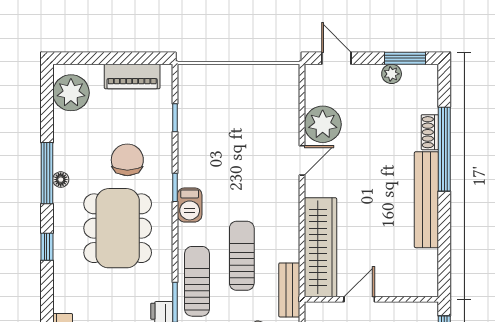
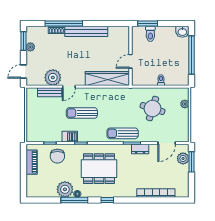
plant: (71, 93) -> (65, 189), moved
chair: (127, 160) -> (57, 156), moved, turned -90
door: (302, 160) -> (69, 87), swing flipped
barbecue: (190, 205) -> (70, 137), moved
sun lounger: (242, 256) -> (82, 113), moved
bench: (289, 290) -> (50, 92), moved
door: (359, 299) -> (131, 61), hinge flipped

